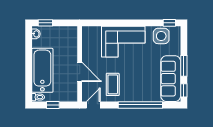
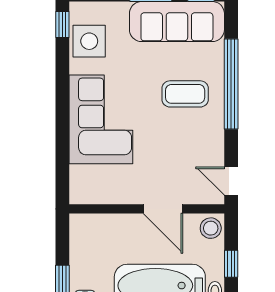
door: (80, 72) -> (163, 209), swing flipped
coffee table: (113, 84) -> (185, 94), moved
stool: (70, 95) -> (211, 228), added

